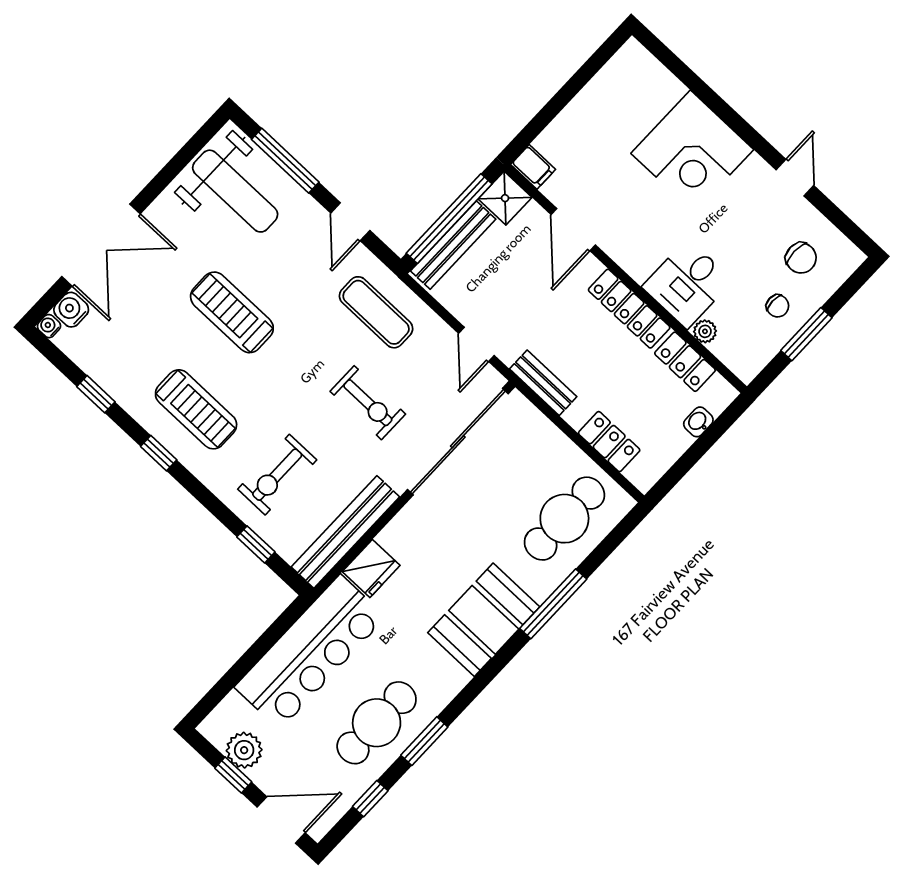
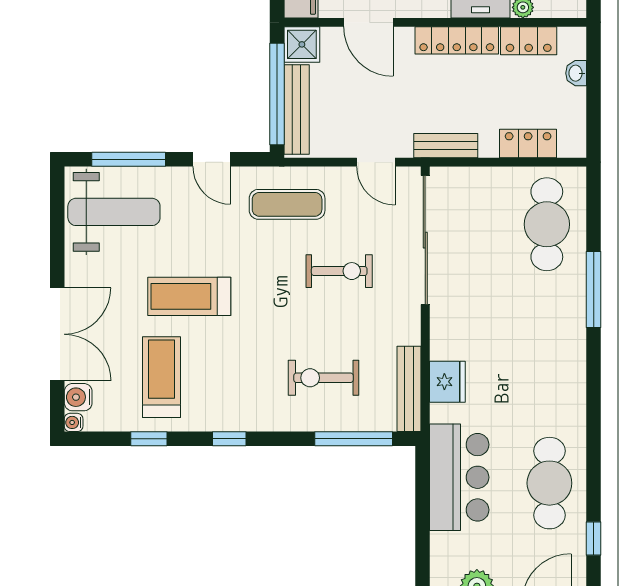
treadmill: (196, 409) -> (162, 377), moved, turned -90
exercise bike: (277, 475) -> (323, 378), turned 90
bench: (345, 532) -> (409, 389), width x0.73, depth x0.82
window: (256, 544) -> (354, 439), width x2.17
booth: (484, 620) -> (557, 345), removed
bar counter: (310, 652) -> (459, 477), width x0.73
window: (424, 741) -> (594, 465), removed

